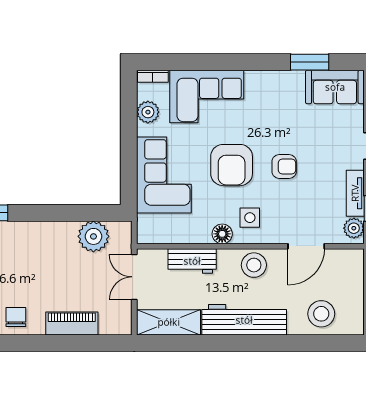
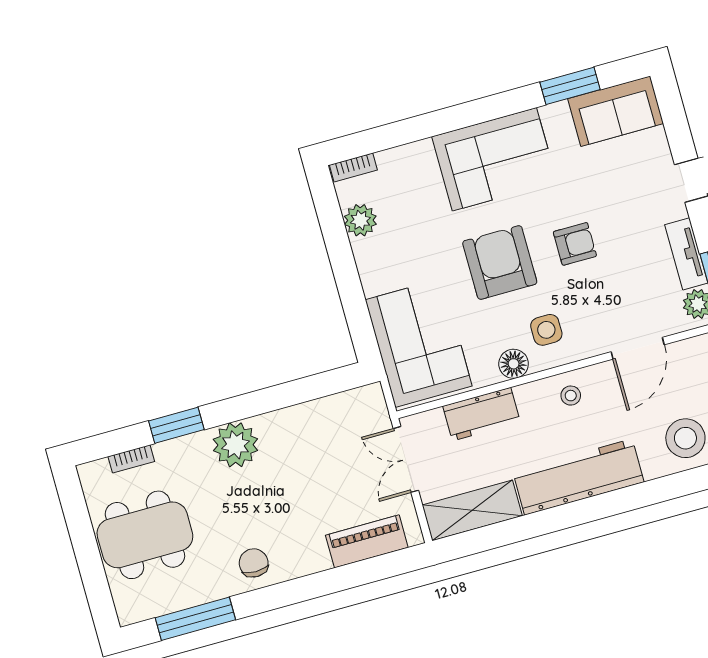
corner sofa: (207, 96) -> (494, 159), moved
armchair: (232, 165) -> (500, 263), turned 180
corner sofa: (164, 175) -> (419, 343), moved
plant: (93, 236) -> (235, 445), moved
stool: (254, 265) -> (571, 396), width x0.53, depth x0.53
piano: (72, 323) -> (367, 541), moved

